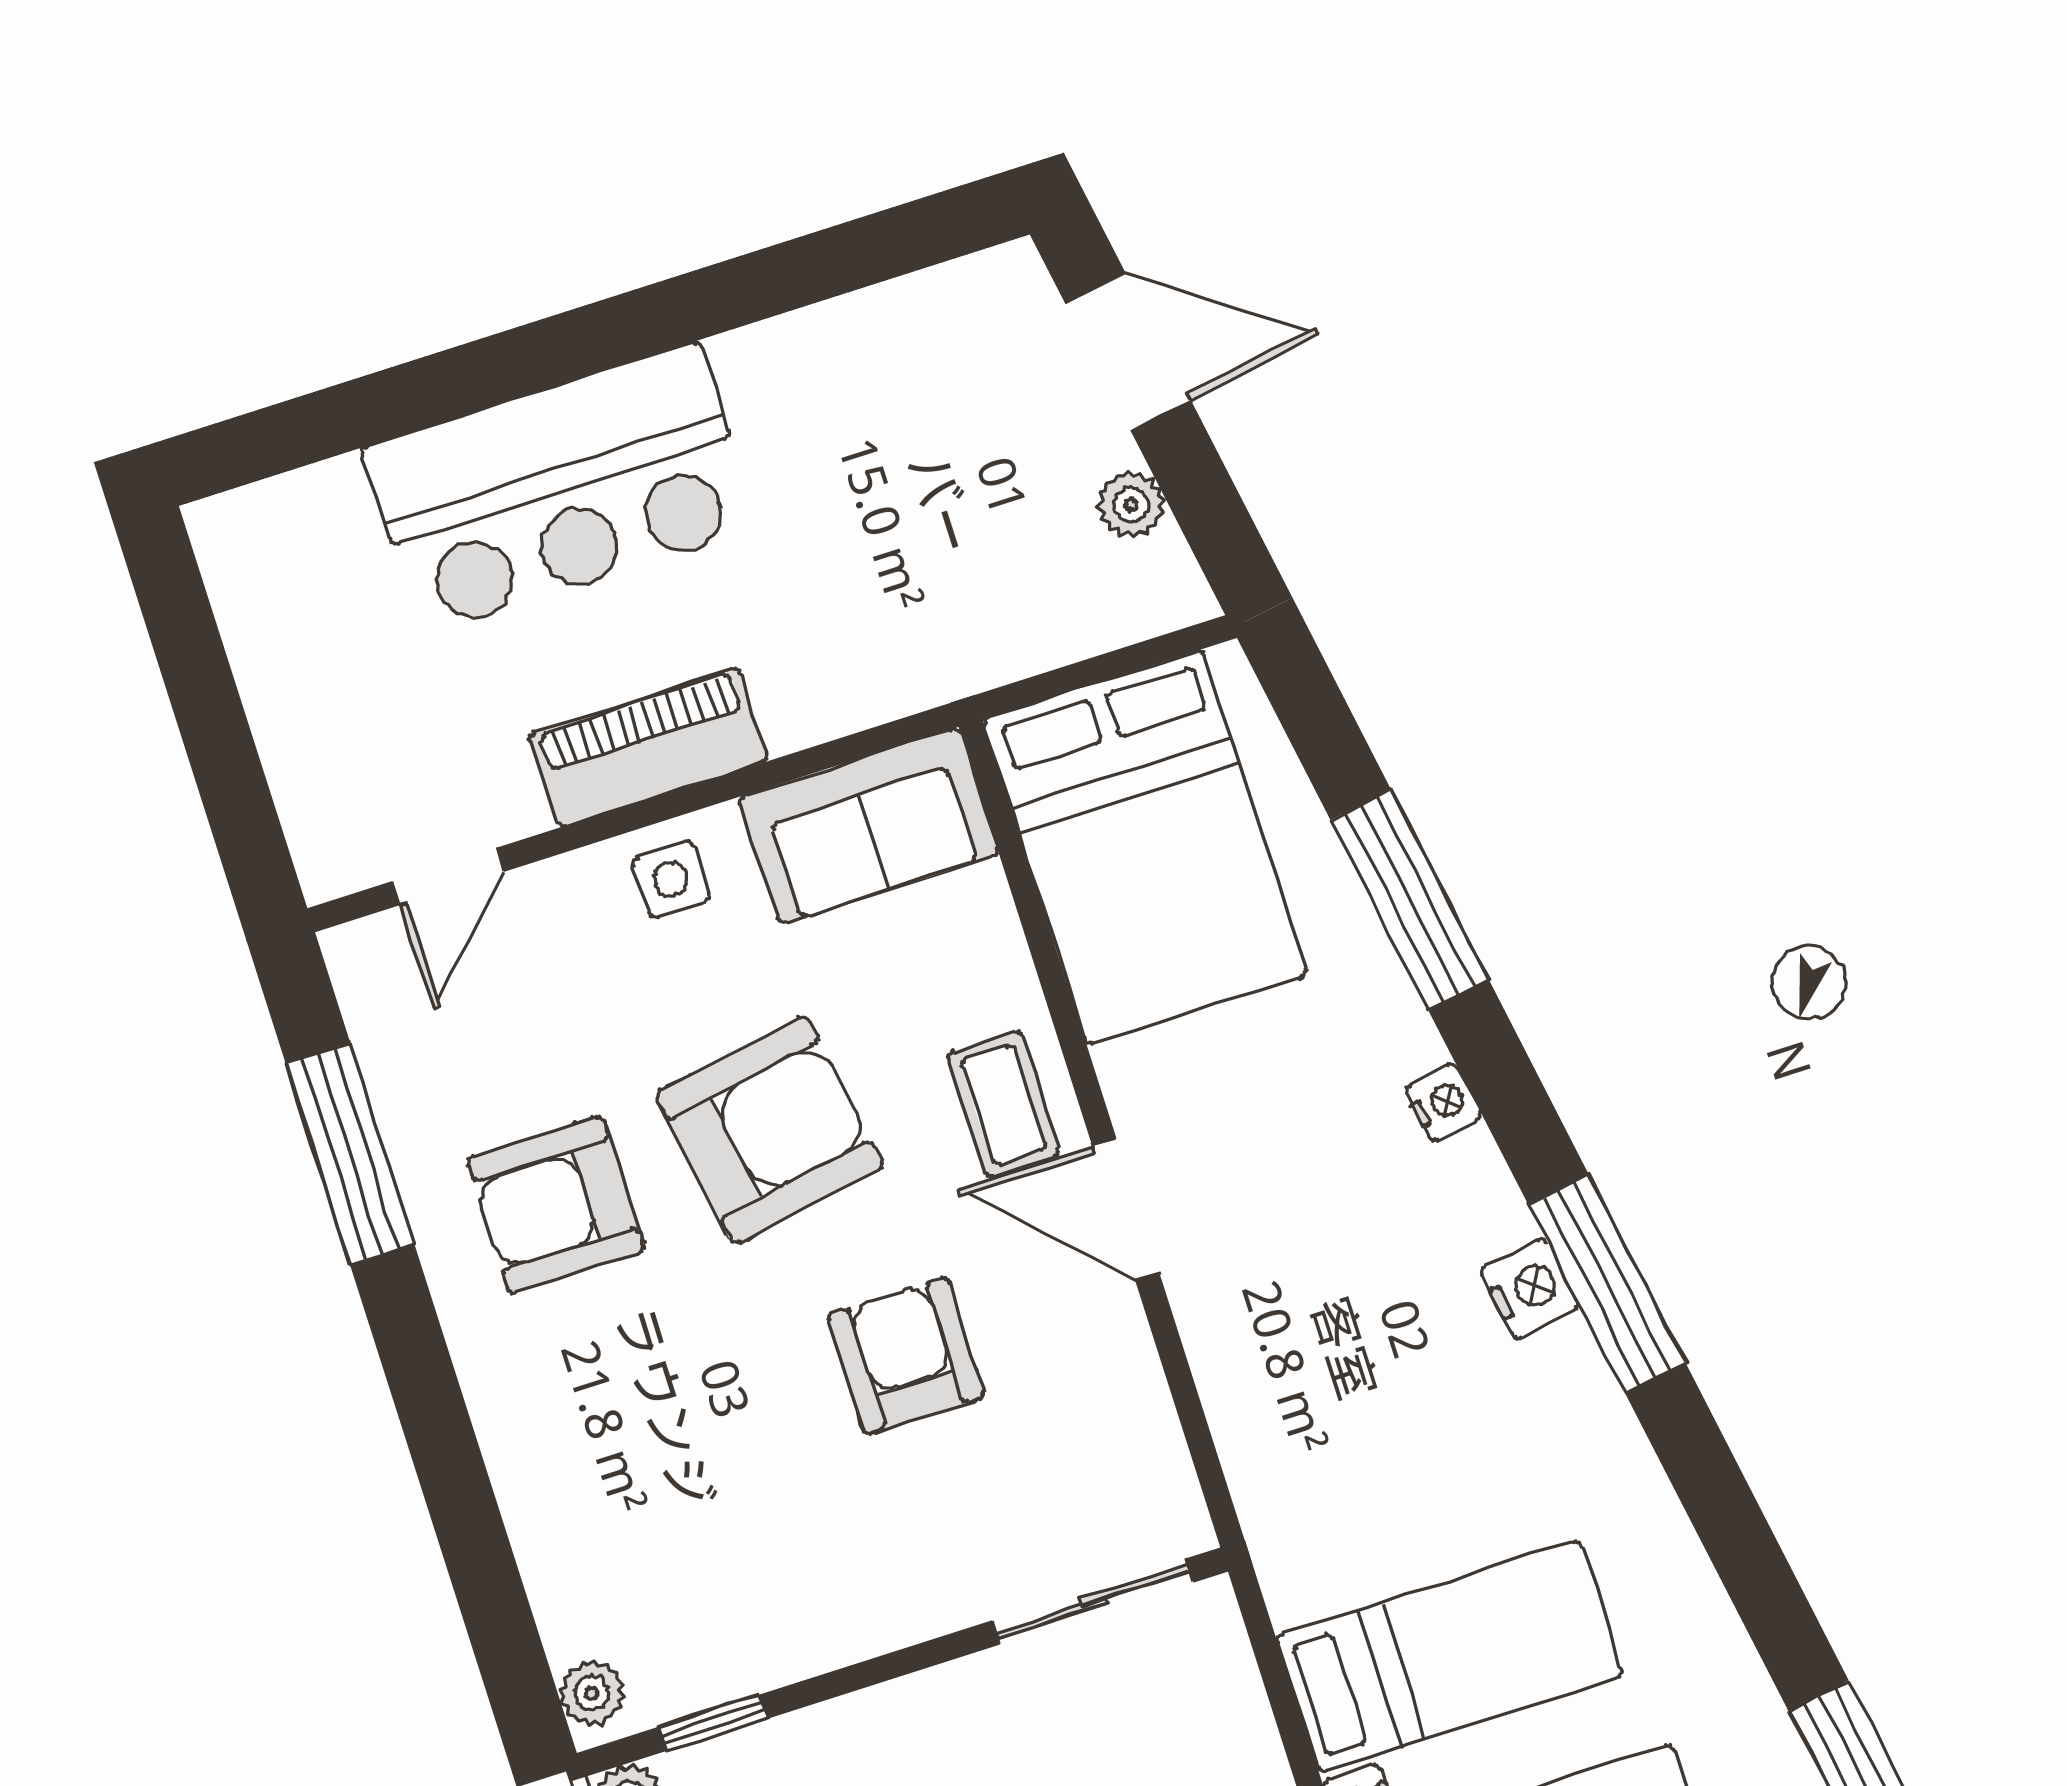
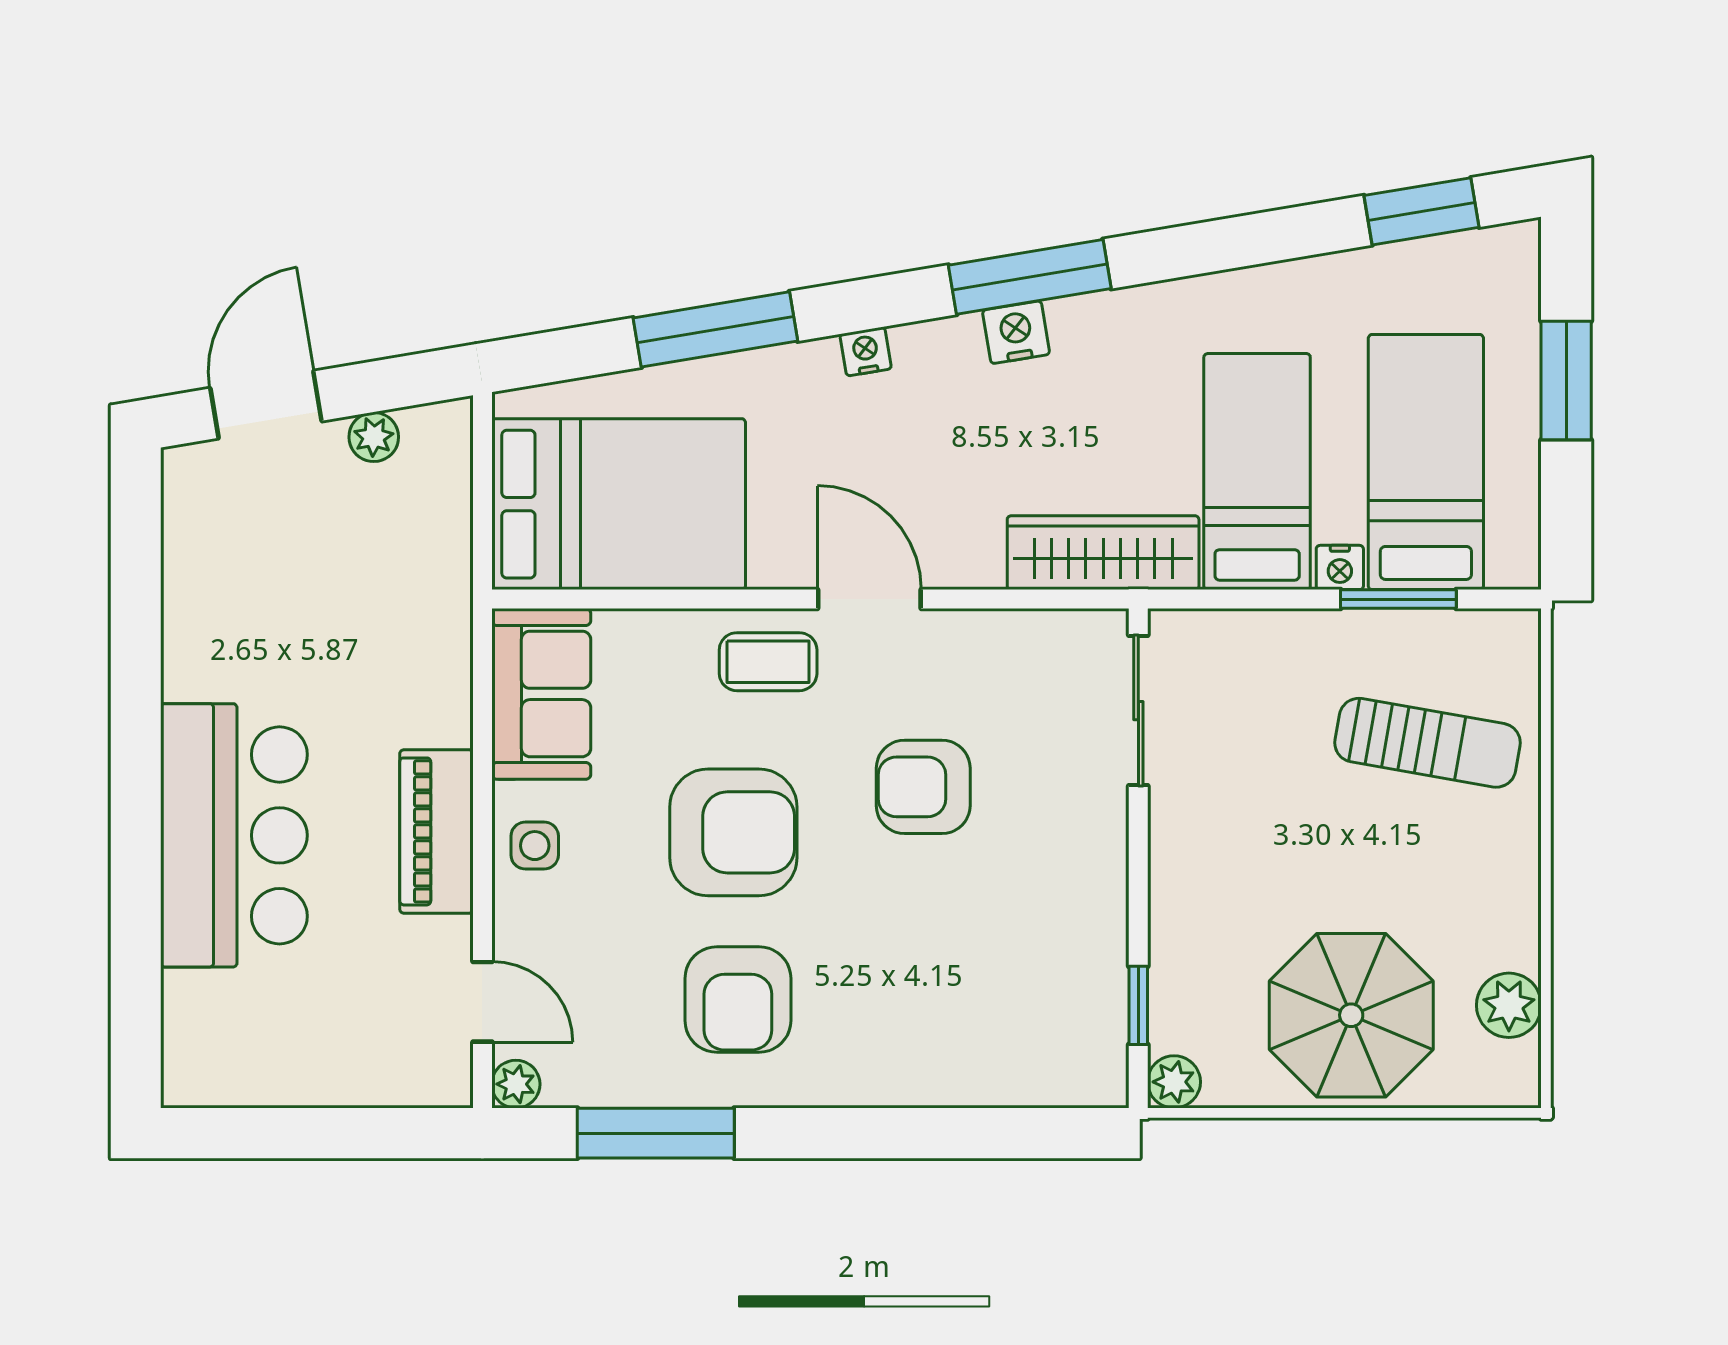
armchair: (769, 1130) -> (733, 832), turned 100
door: (1126, 1209) -> (869, 599), swing flipped
wardrobe: (1282, 1491) -> (1103, 553), added
plant: (592, 1693) -> (516, 1084), moved

